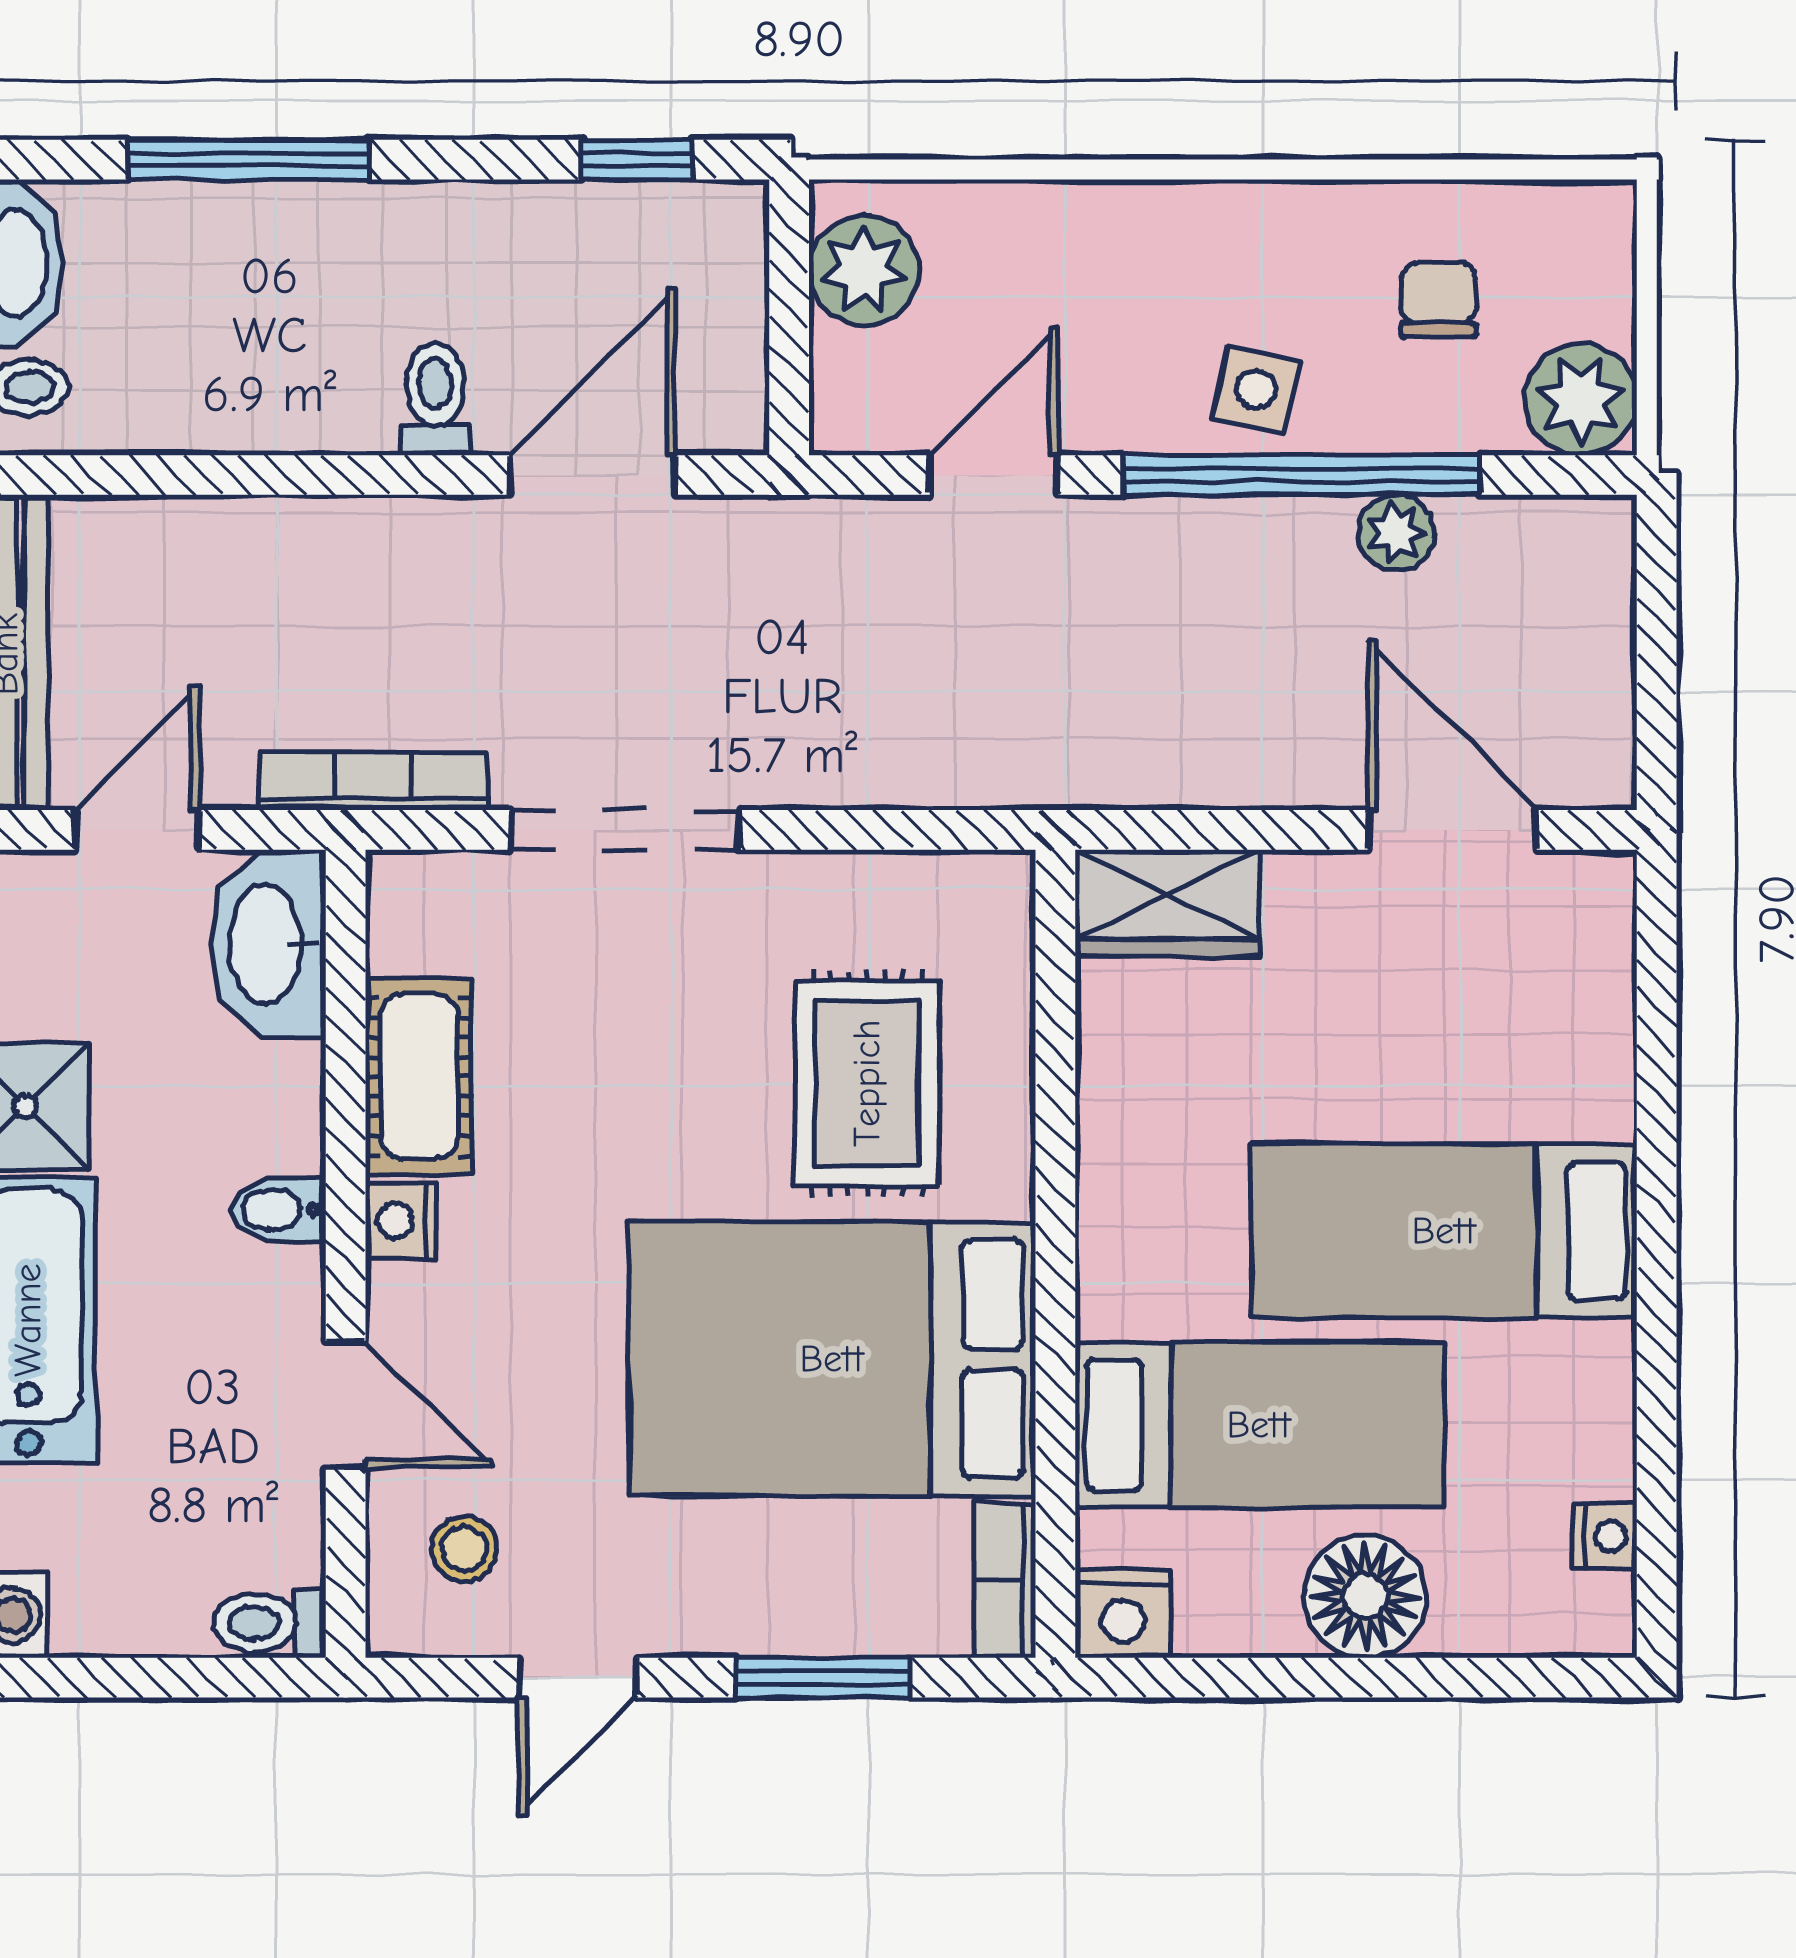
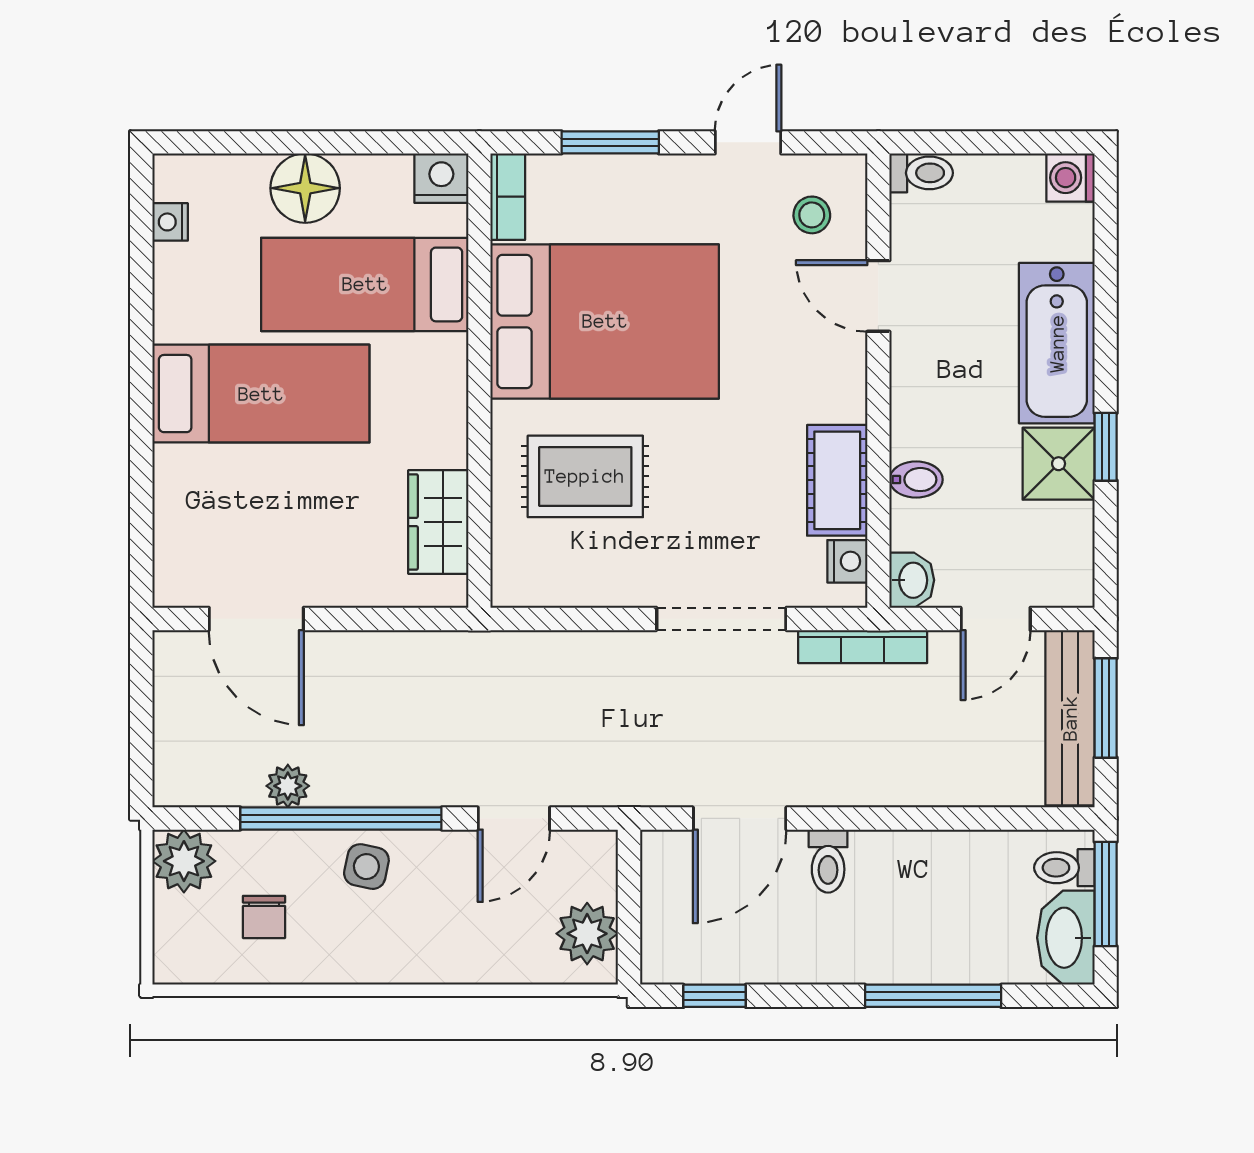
wardrobe: (1167, 903) -> (438, 522), moved, turned -90
washbasin: (268, 944) -> (912, 580), width x0.52, depth x0.69
rug: (867, 1083) -> (585, 476), turned 90
bidet: (279, 1210) -> (916, 480), moved
nightstand: (401, 1221) -> (847, 561), moved

